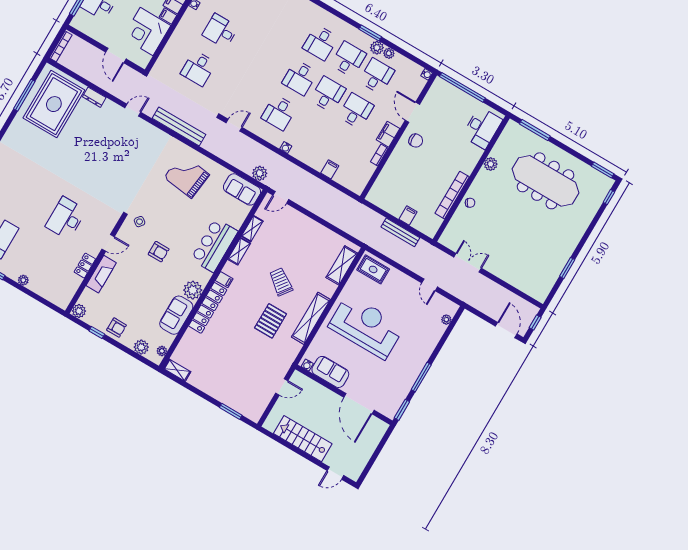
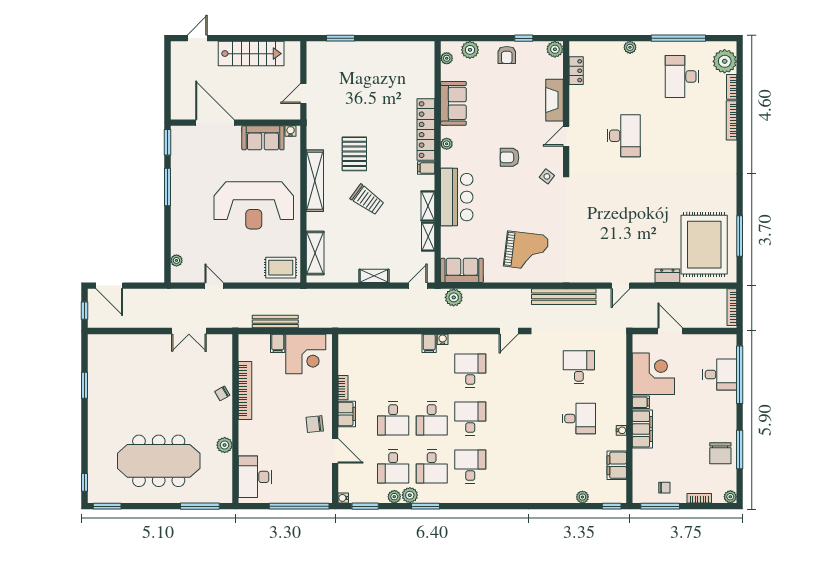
window: (414, 59) -> (365, 506), added
filing cabinet: (330, 169) -> (429, 343), moved
corner desk: (392, 196) -> (306, 354), added
locker: (85, 266) -> (576, 71), moved
plant: (193, 290) -> (447, 144), width x0.53, depth x0.53
armchair: (117, 328) -> (507, 55), turned -90
shelving: (177, 370) -> (374, 276), moved

